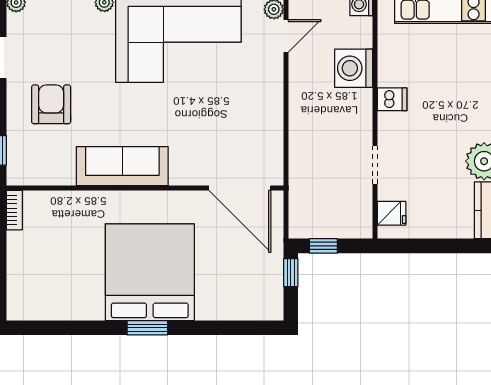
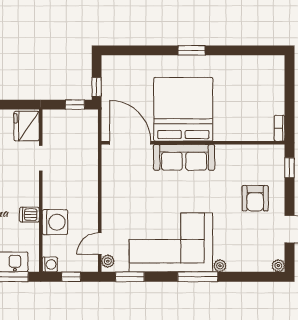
dishwasher: (392, 99) -> (29, 215), moved
sofa: (122, 166) -> (184, 157), moved
fridge: (392, 213) -> (27, 126), width x1.88, depth x1.34
bed: (150, 272) -> (183, 109), moved, turned 180

